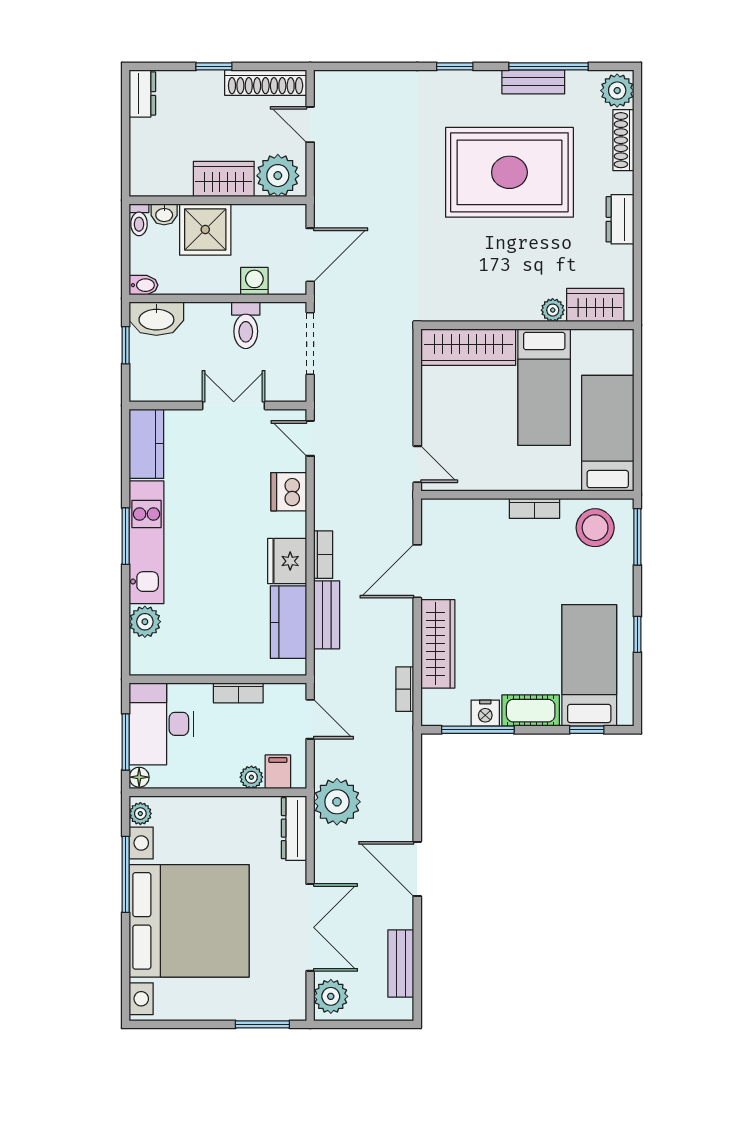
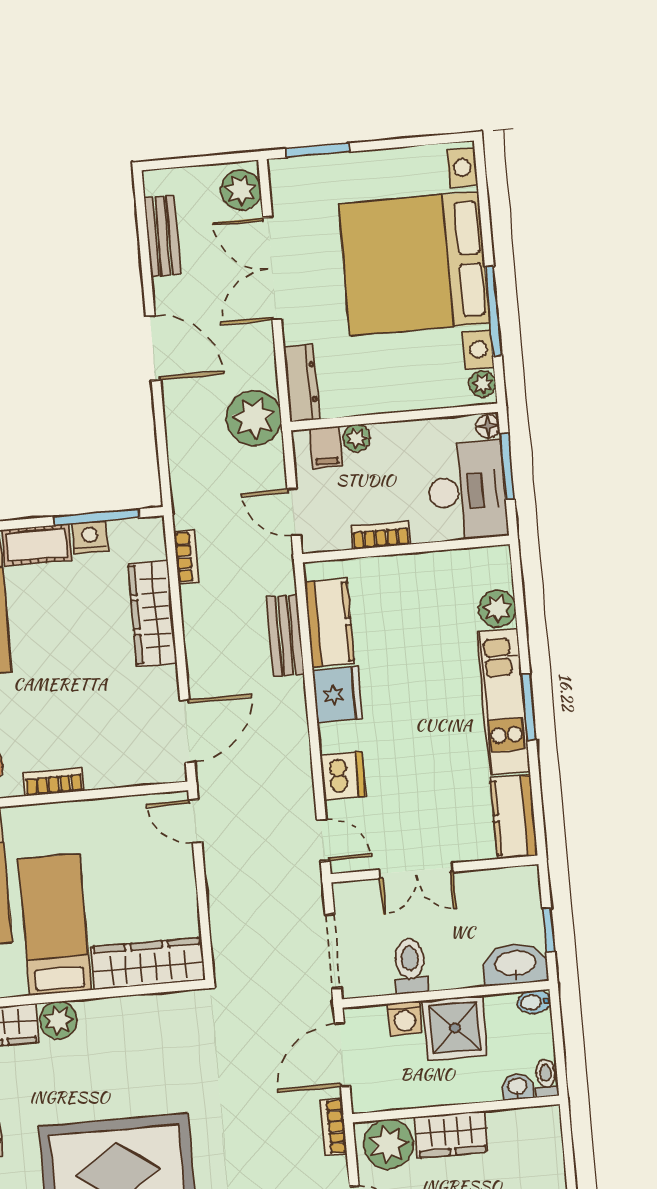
shower: (205, 230) -> (455, 1028), moved
plant: (553, 310) -> (58, 1020), width x1.38, depth x1.38
bookcase: (323, 555) -> (333, 1127), moved
door: (417, 571) -> (187, 731), moved

